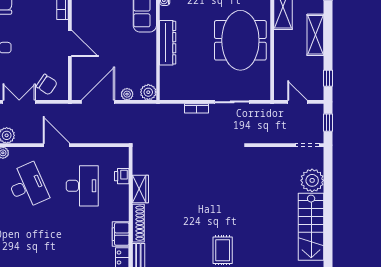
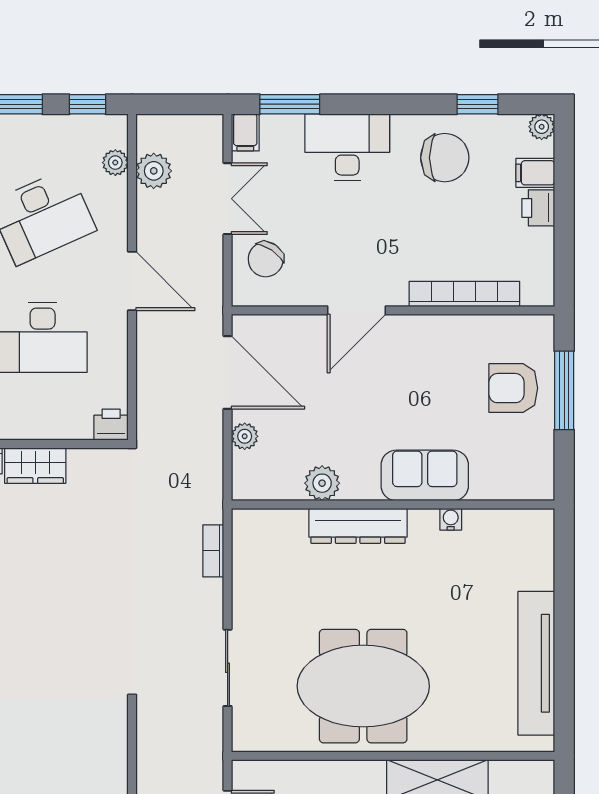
plant: (148, 92) -> (322, 483), moved
bookcase: (197, 108) -> (213, 551), moved
door: (57, 145) -> (132, 281), hinge flipped
printer: (122, 176) -> (111, 425), moved

